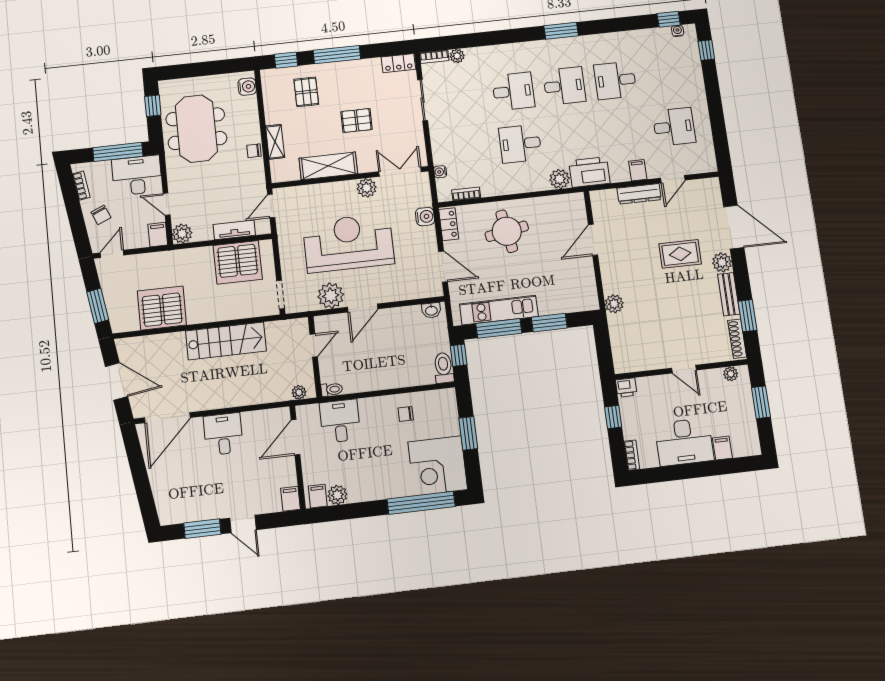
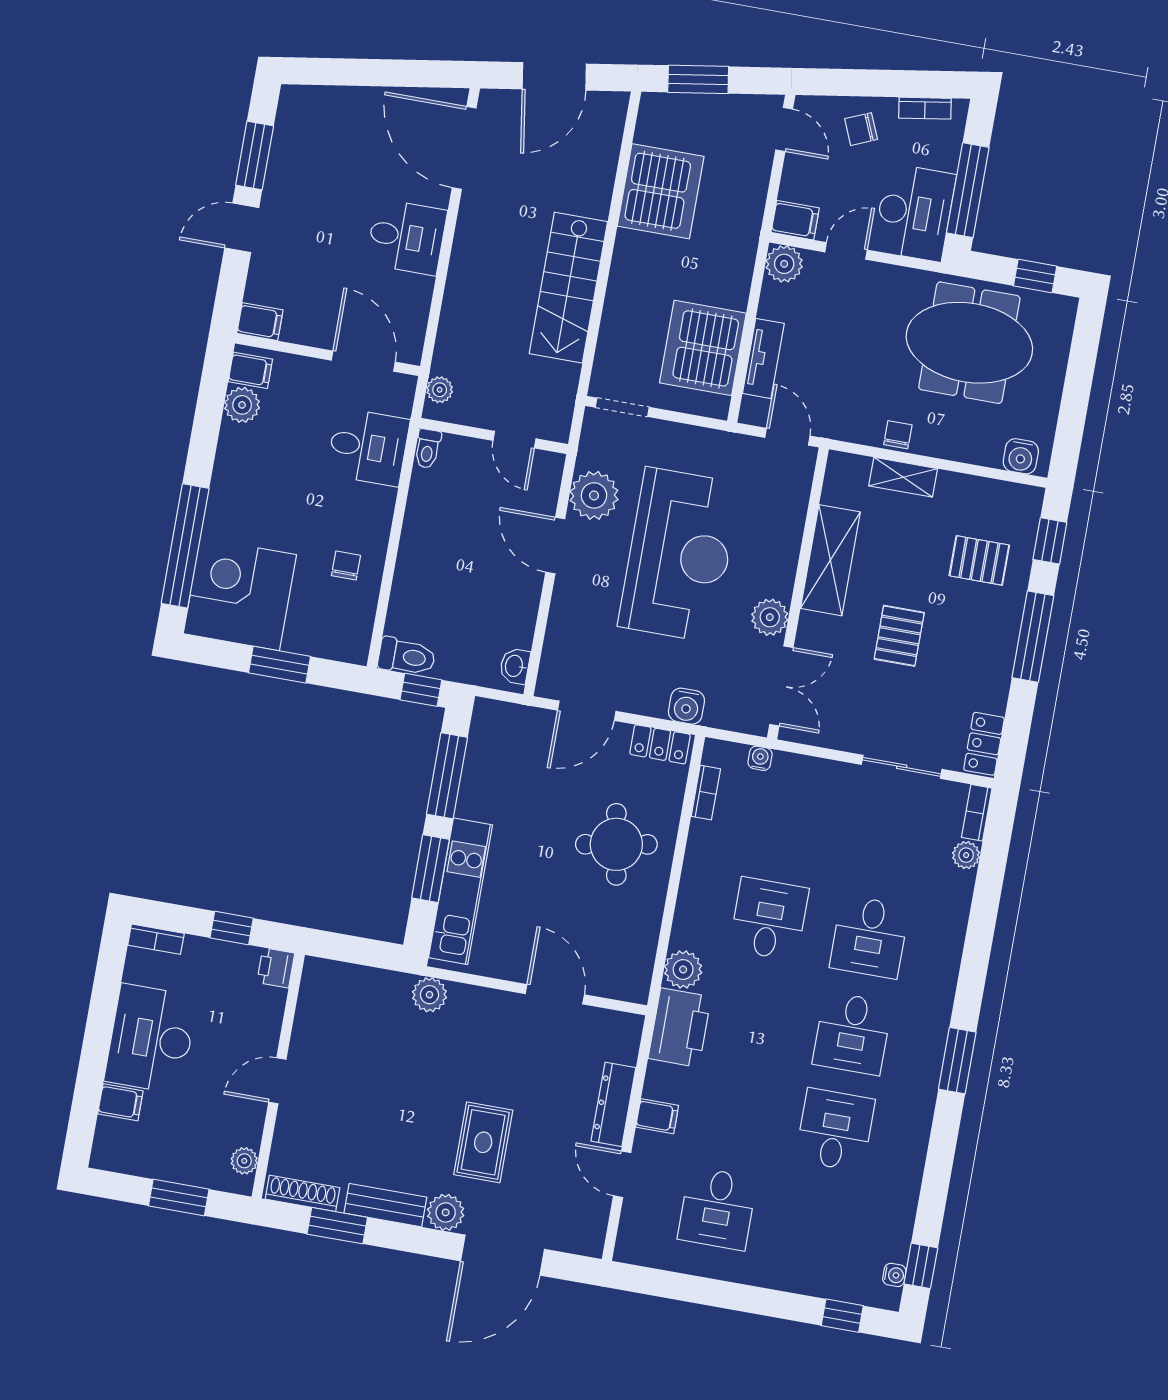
kitchen unit: (499, 310) -> (461, 891), moved

